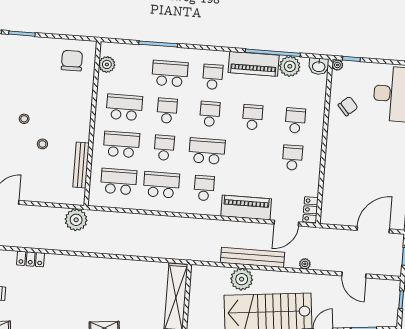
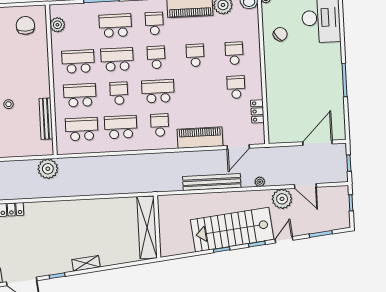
school desk: (167, 111) -> (117, 59), width x1.85
locker: (311, 210) -> (257, 111), moved
plant: (242, 279) -> (282, 199), moved

